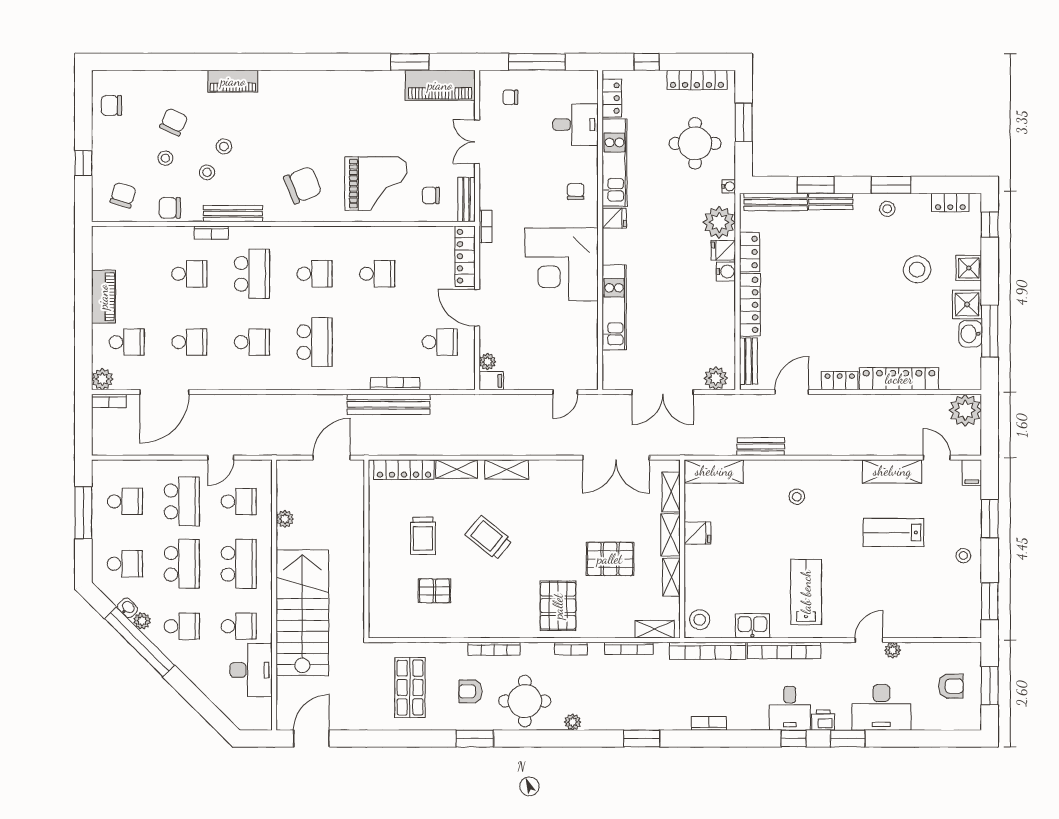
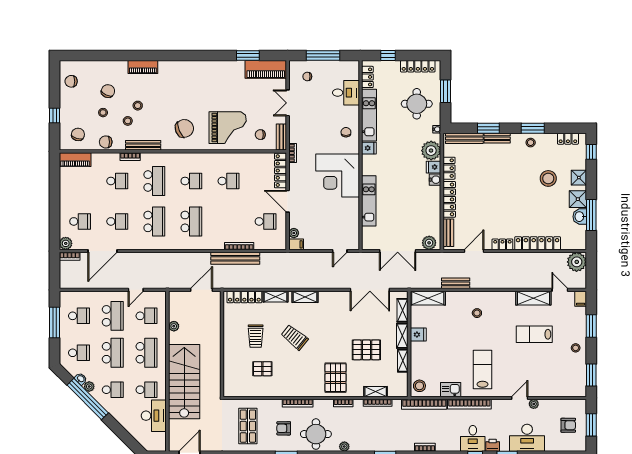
piano: (103, 297) -> (75, 160), moved, turned 90
school desk: (252, 342) -> (154, 221), width x1.85
shelving: (655, 629) -> (376, 392), moved

